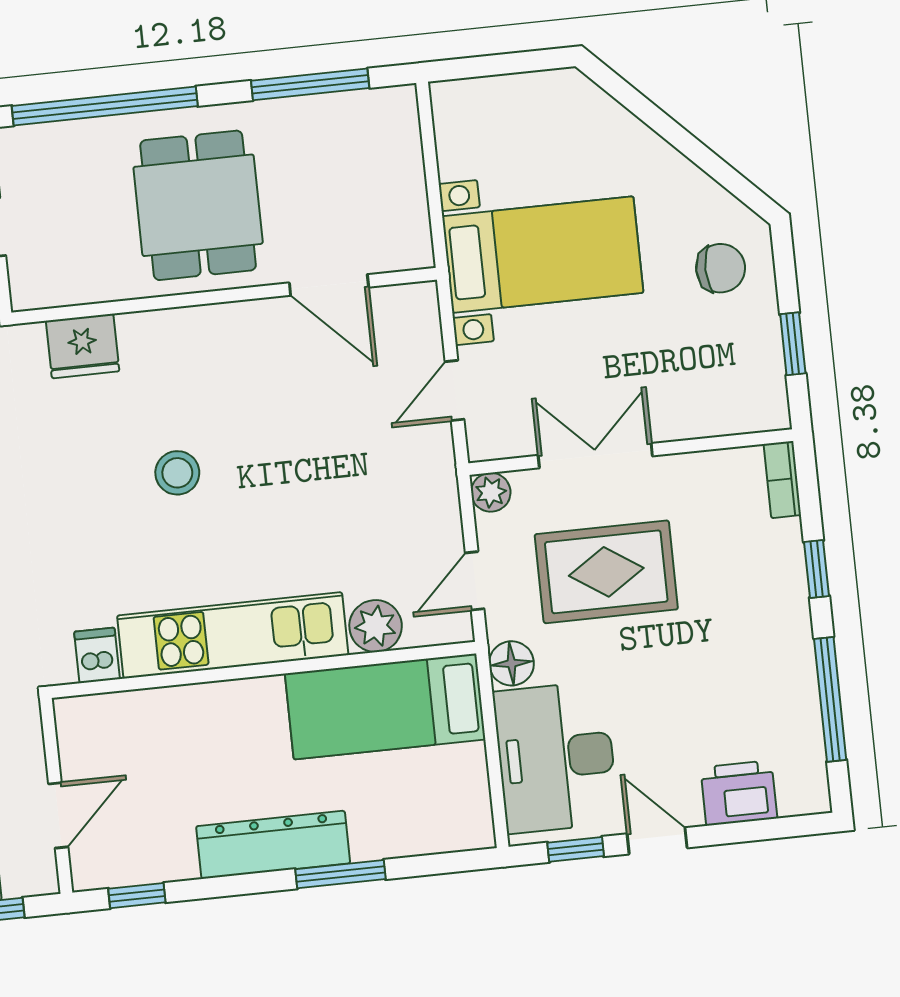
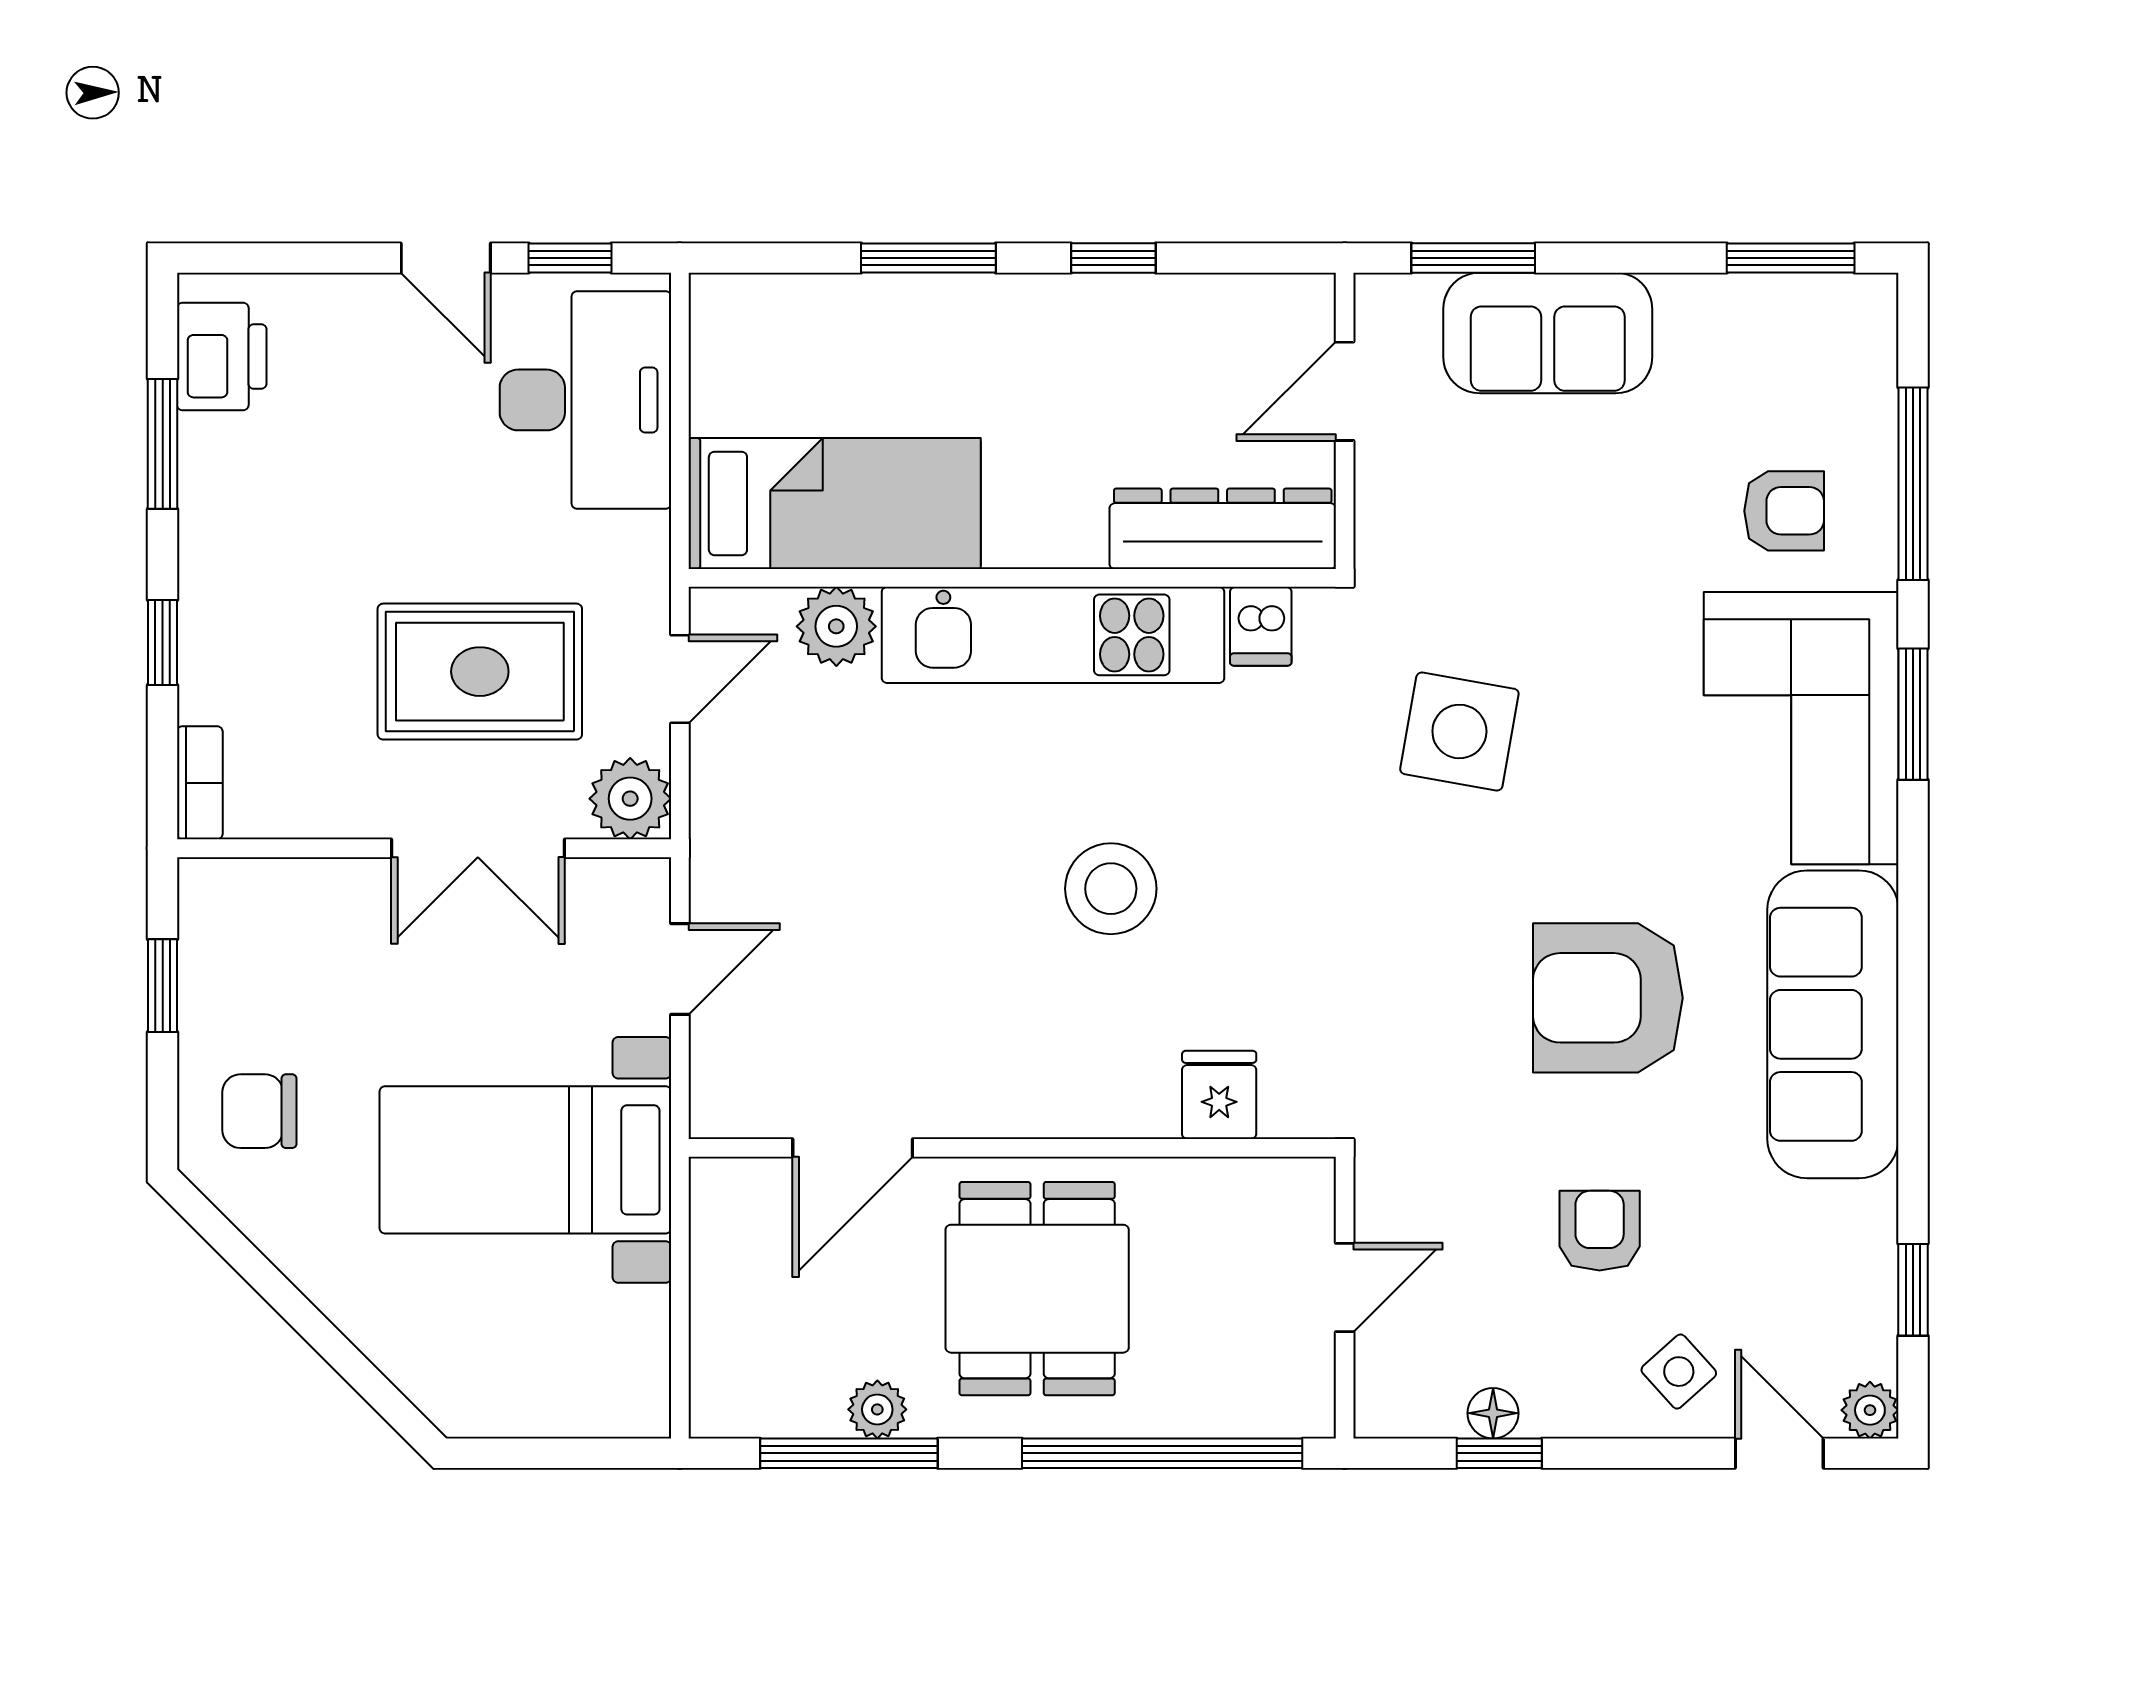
plant: (295, 115) -> (877, 1409), added
door: (329, 285) -> (853, 1148), swing flipped
fridge: (83, 346) -> (1219, 1095), width x0.72
stool: (177, 473) -> (1111, 889), width x1.38, depth x1.38
plant: (491, 492) -> (630, 799), width x1.38, depth x1.38
floor lamp: (511, 663) -> (637, 549), removed
window: (830, 699) -> (163, 444), width x0.69
printer: (739, 793) -> (222, 356), moved, turned -90
dresser: (273, 845) -> (1223, 529), moved, turned 180
window: (137, 896) -> (1113, 258), moved

